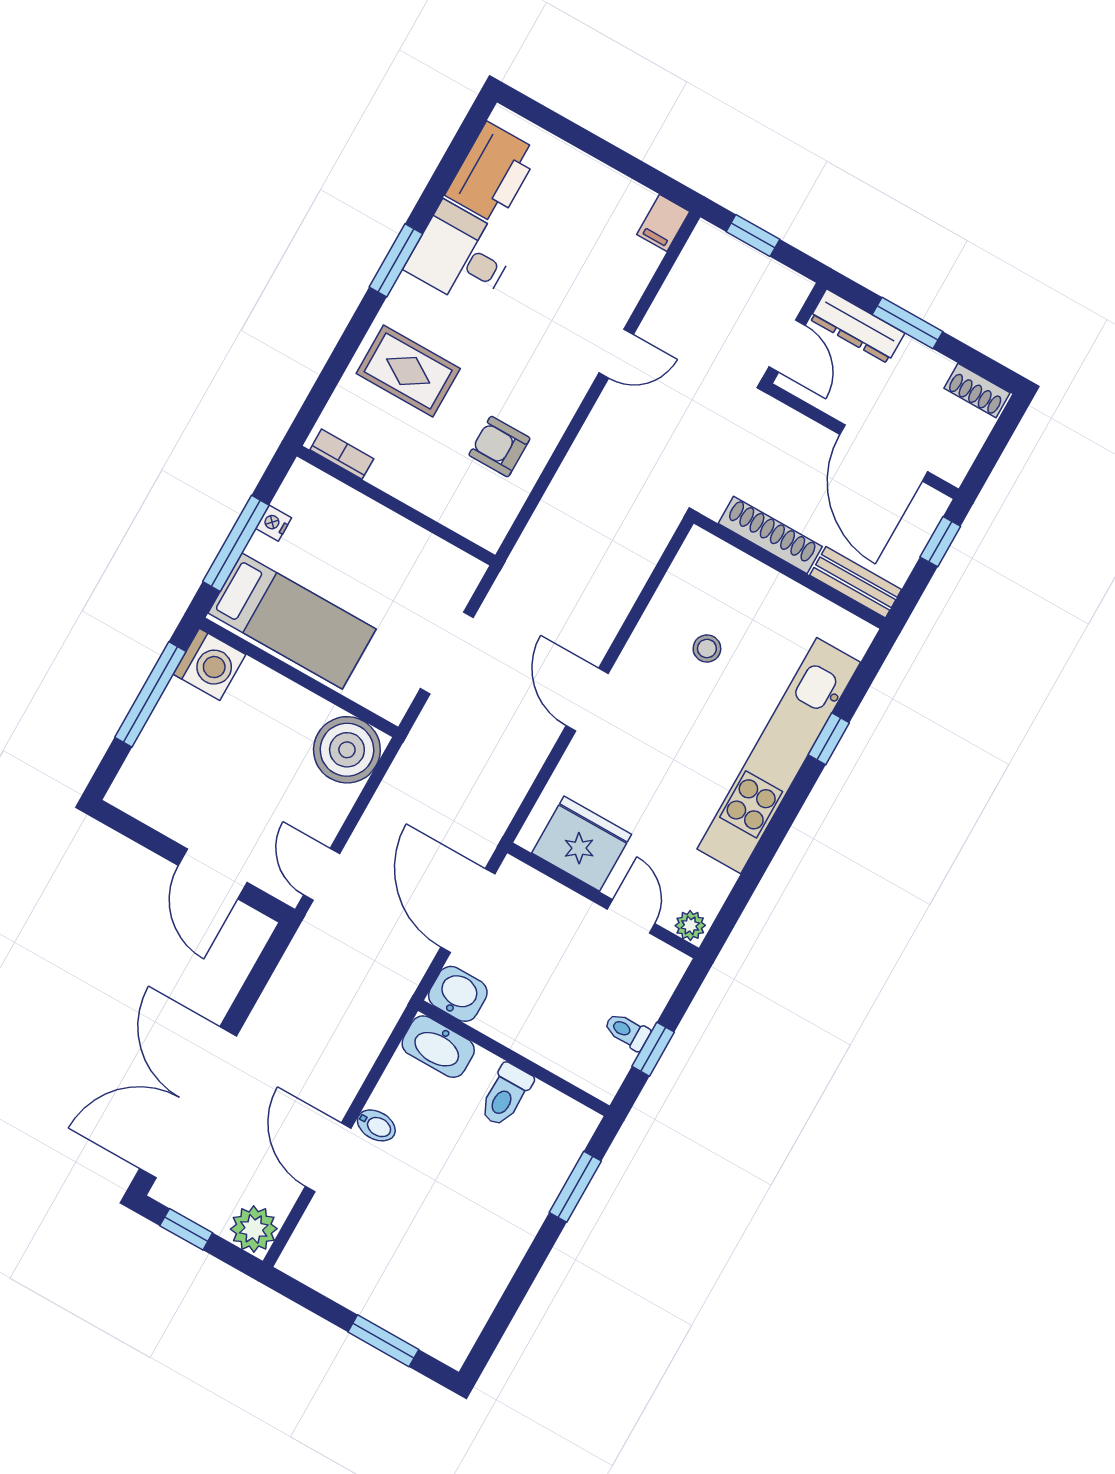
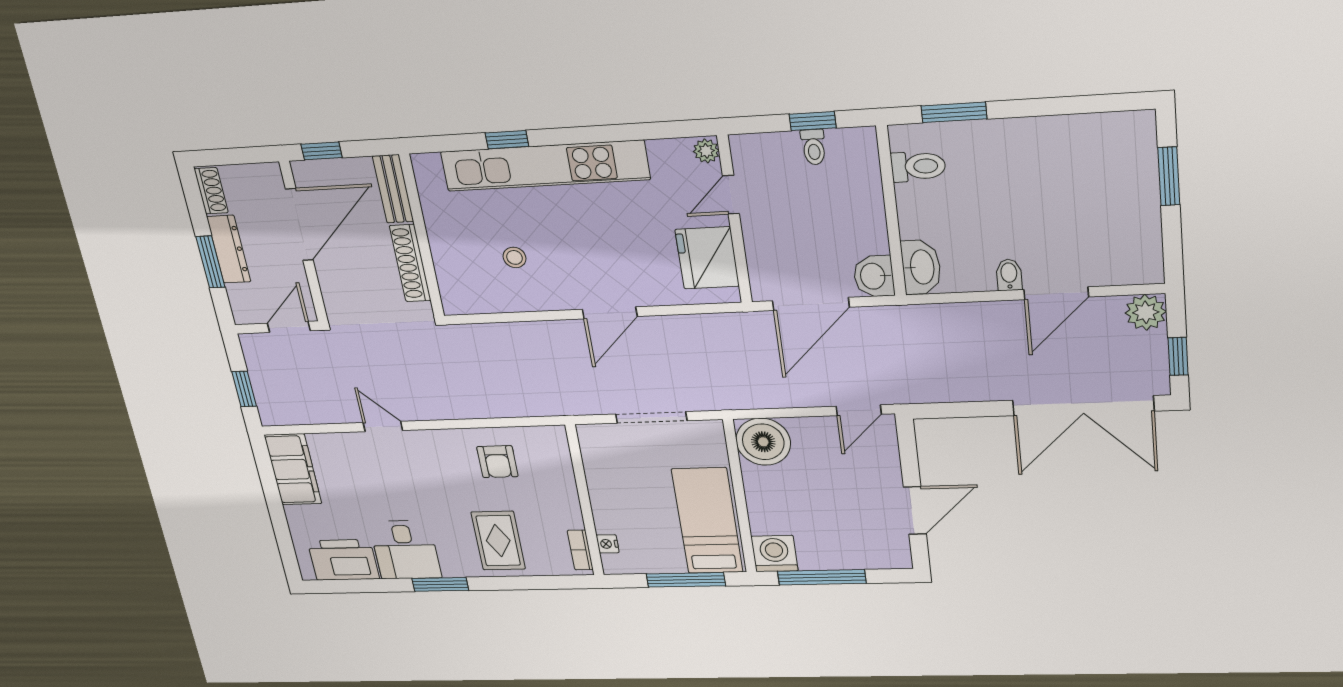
filing cabinet: (663, 223) -> (293, 469), width x3.00, depth x1.17
dresser: (857, 326) -> (229, 249), moved
nightstand: (274, 523) -> (608, 544), moved, turned 90
door: (213, 874) -> (915, 510), moved
toilet: (506, 1095) -> (918, 166), moved

